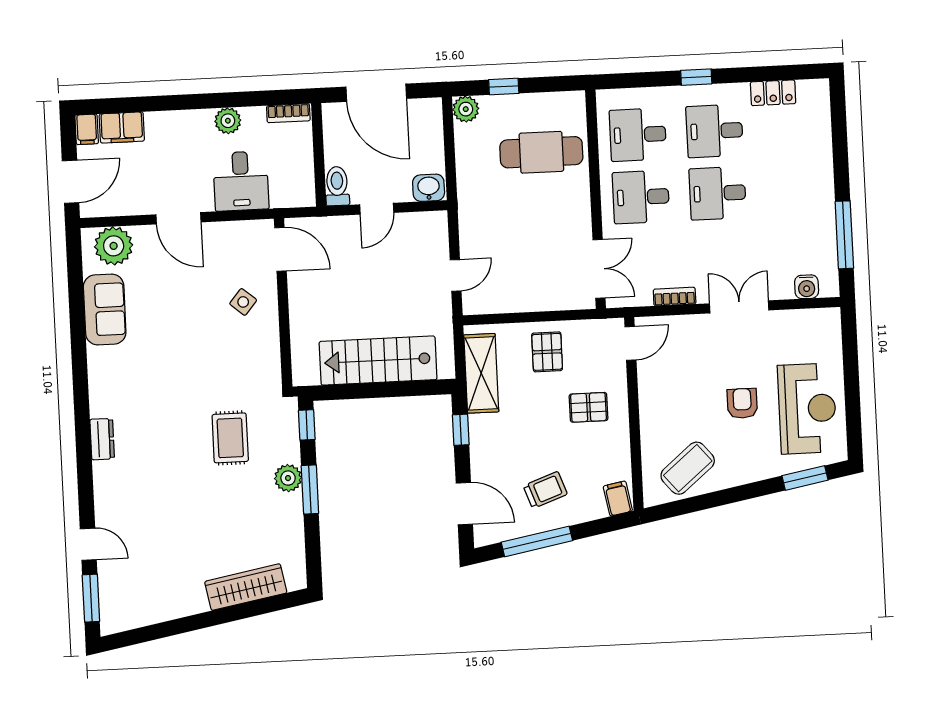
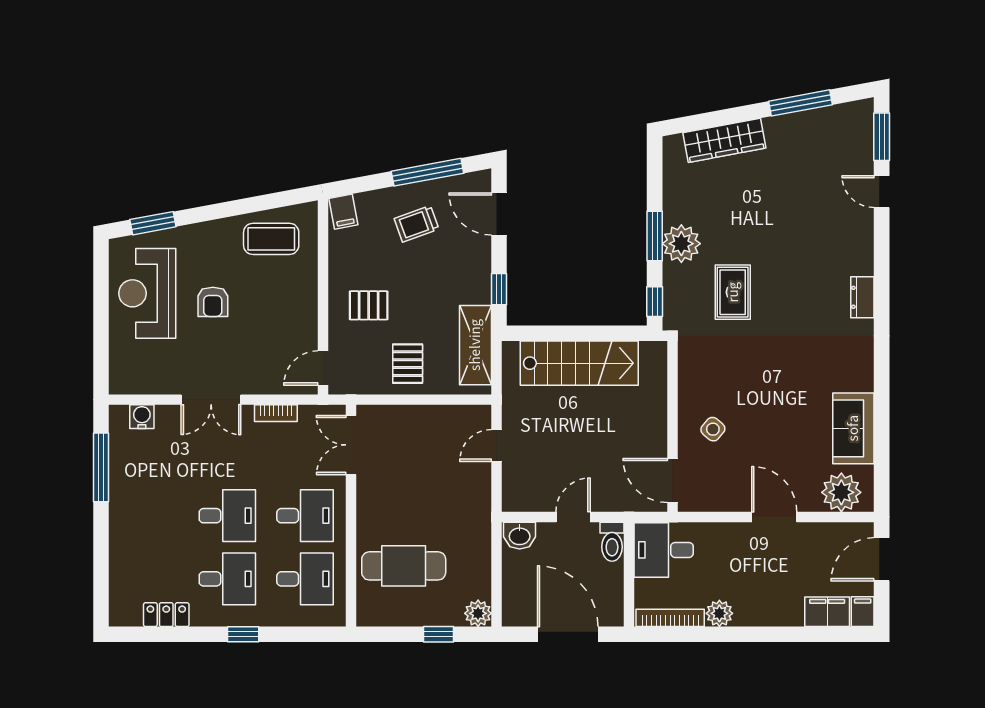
bookcase: (288, 113) -> (670, 618), width x1.56
desk: (241, 181) -> (664, 550), moved, turned -90
coffee table: (688, 468) -> (271, 239), turned 40
plant: (288, 478) -> (681, 244), width x1.36, depth x1.36
window: (173, 628) -> (800, 103), added

